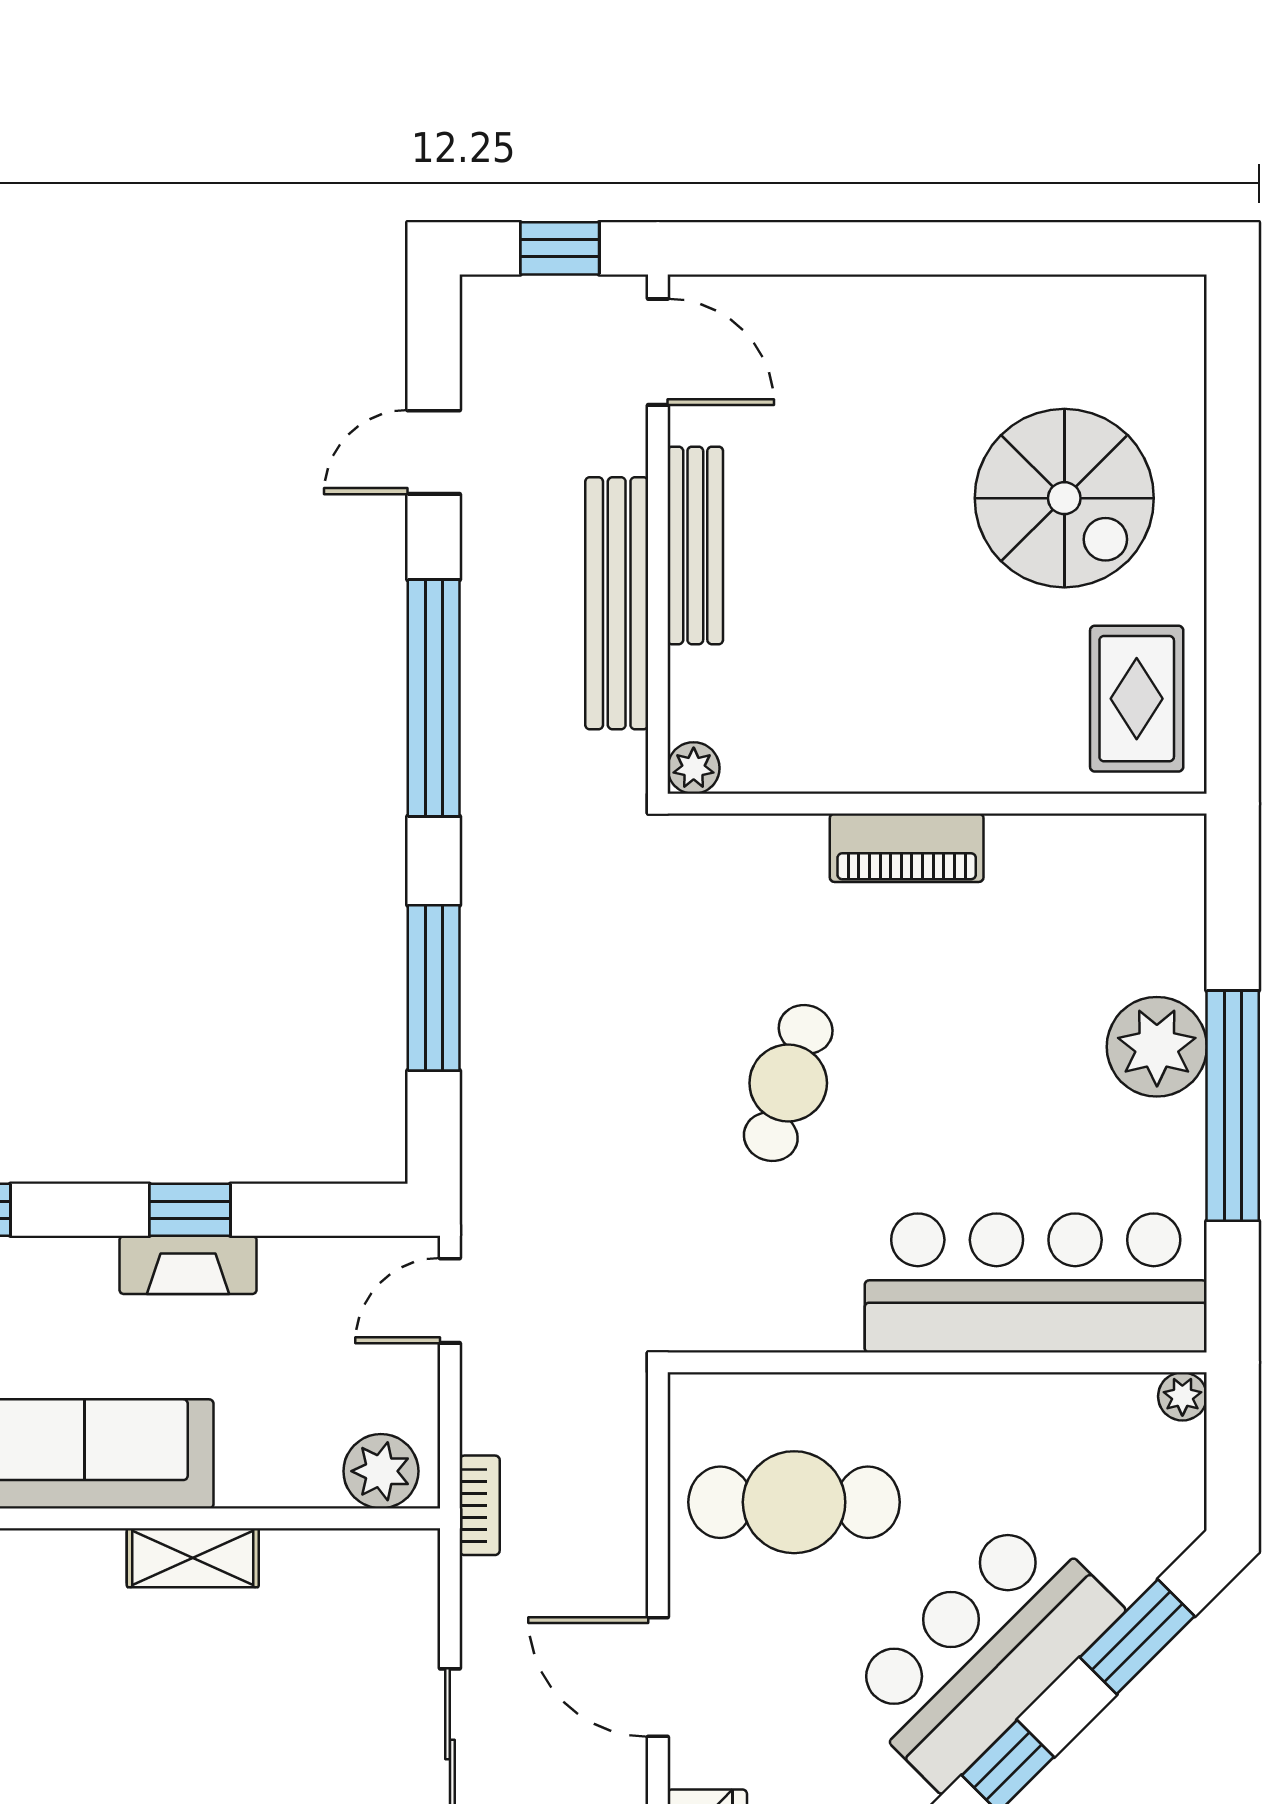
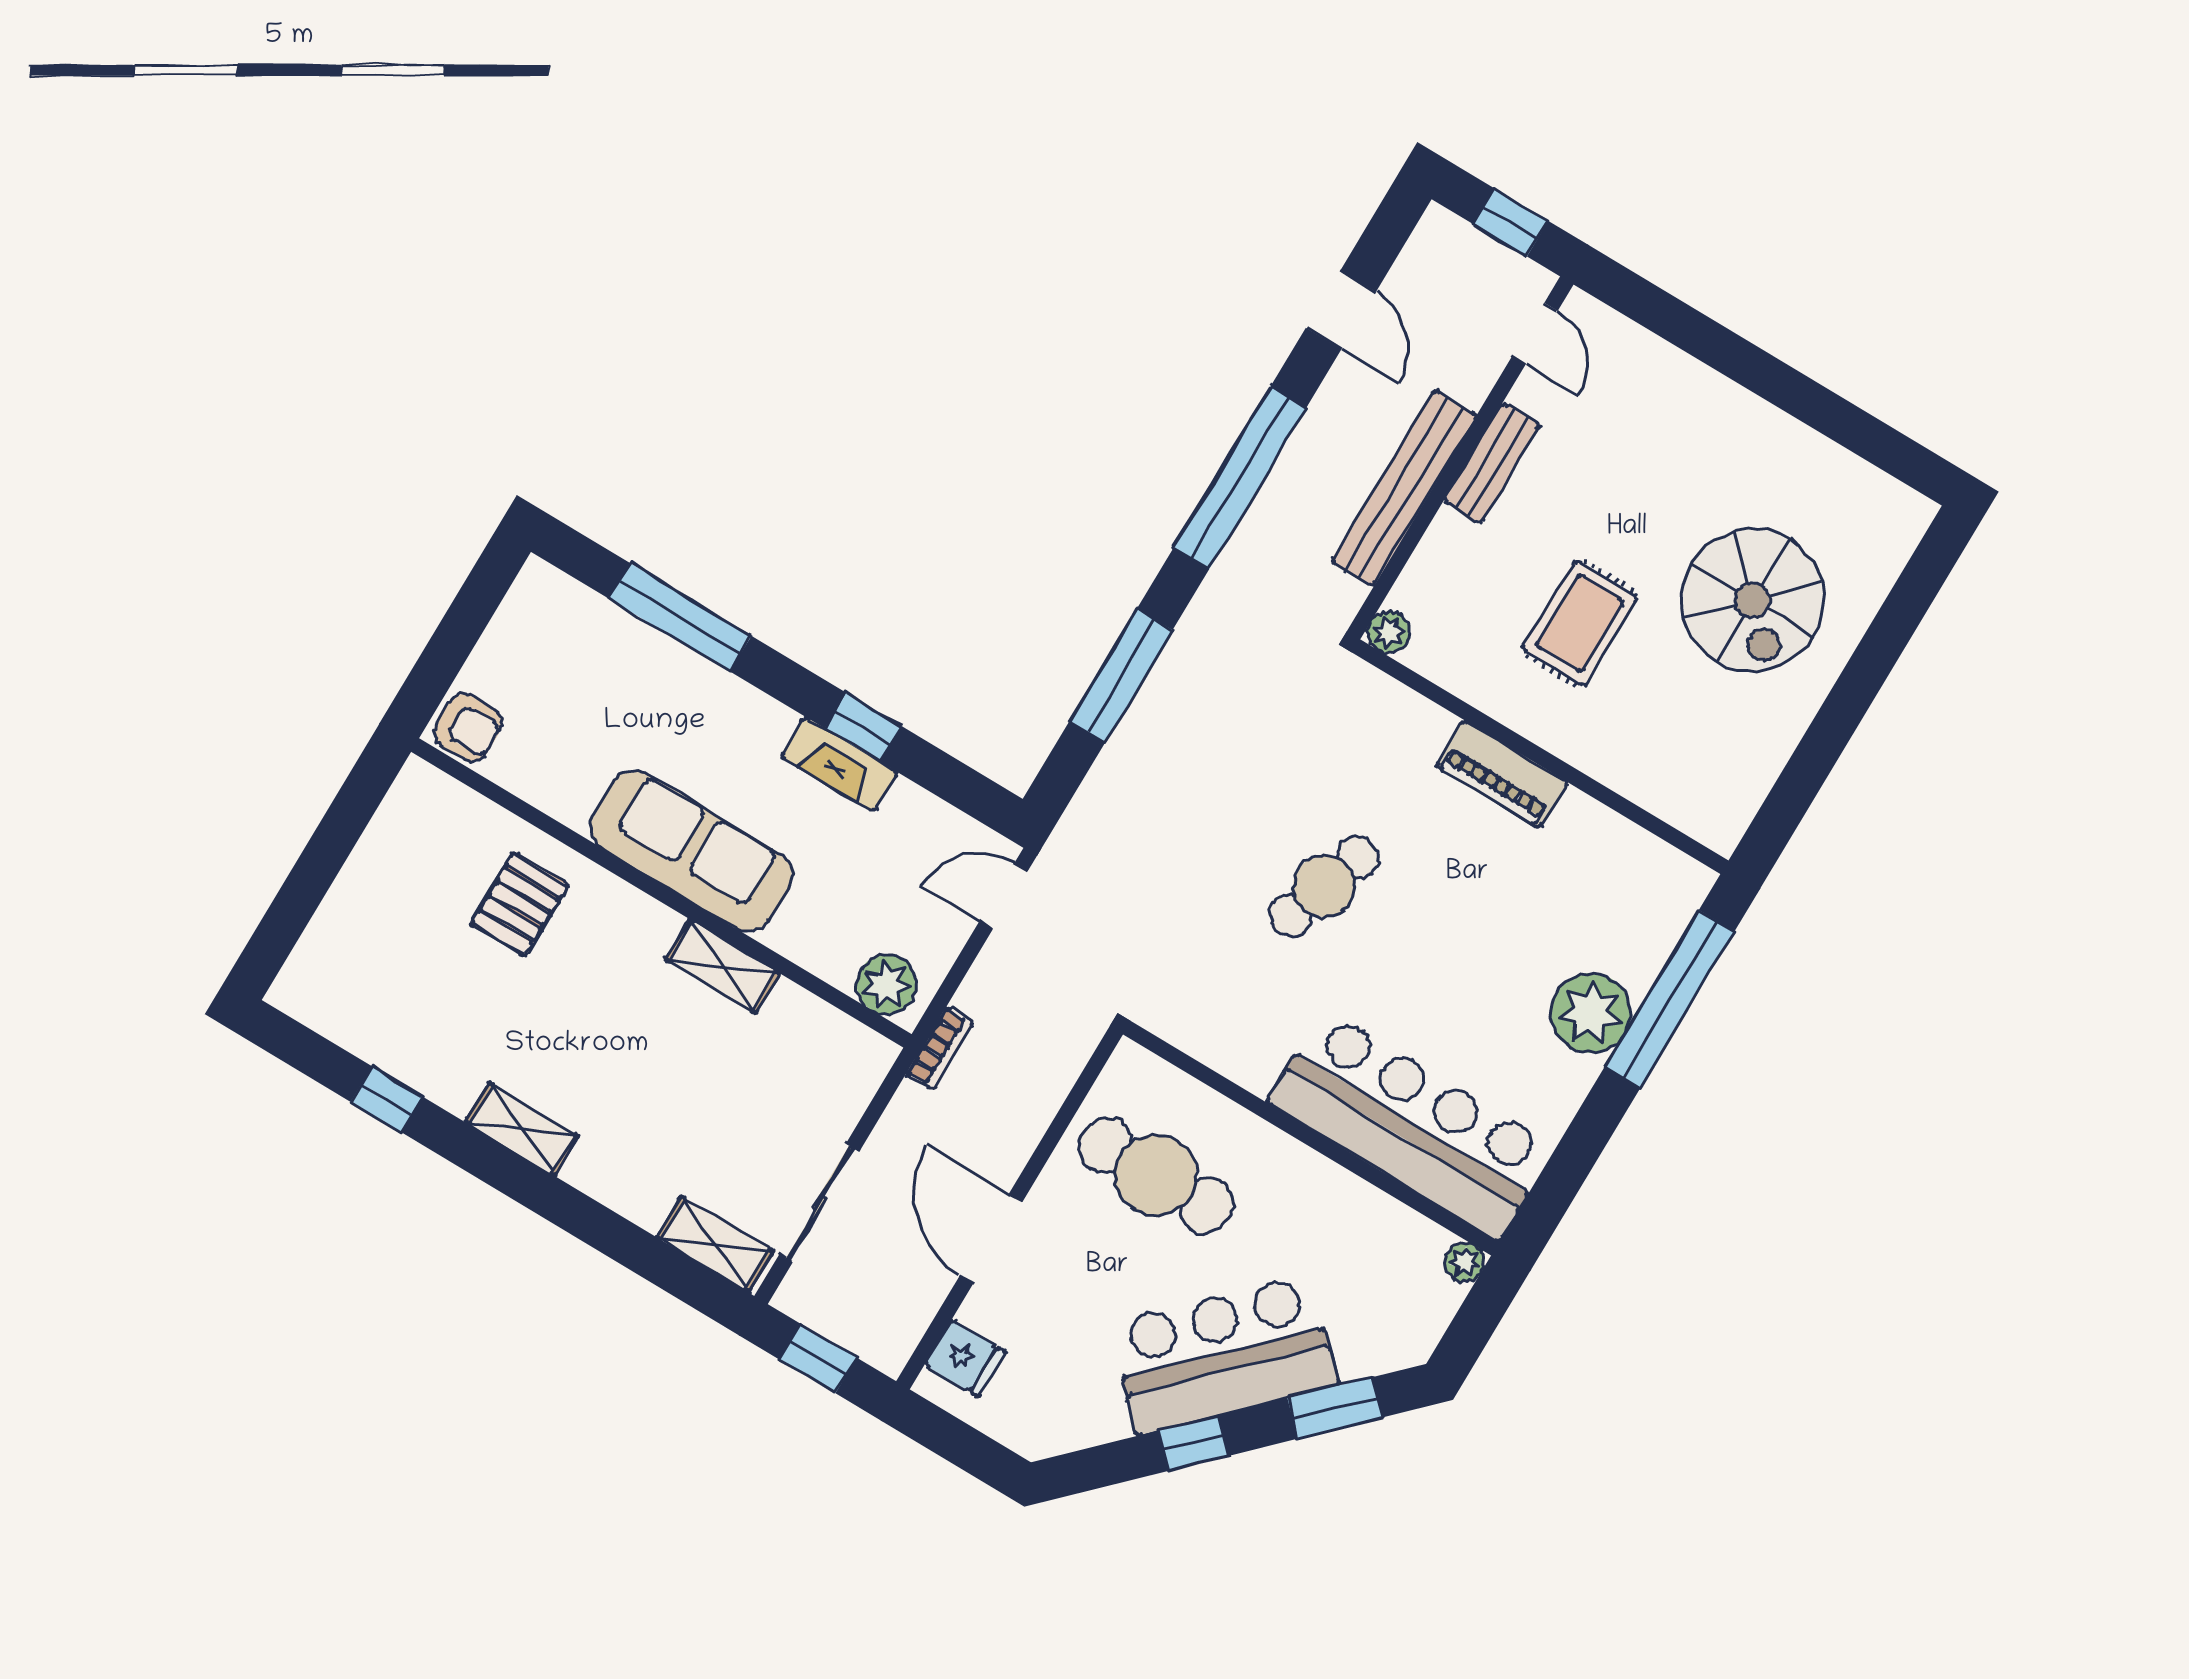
door: (658, 352) -> (1535, 333), width x0.73
door: (434, 452) -> (1341, 310), swing flipped
bench: (695, 545) -> (1492, 463), width x0.73
rug: (1137, 699) -> (1580, 623), moved
window: (1233, 1106) -> (1669, 999), moved

